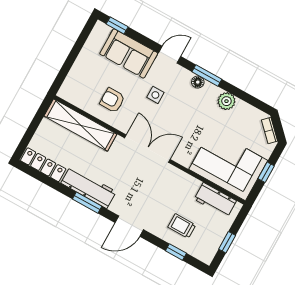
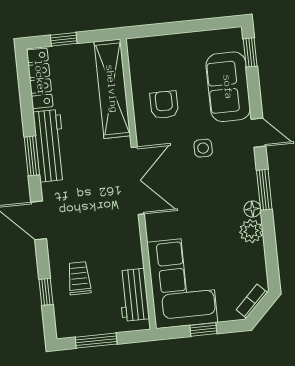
floor lamp: (198, 82) -> (252, 209), moved
window: (30, 133) -> (64, 39), added
window: (227, 242) -> (96, 341), width x1.50

